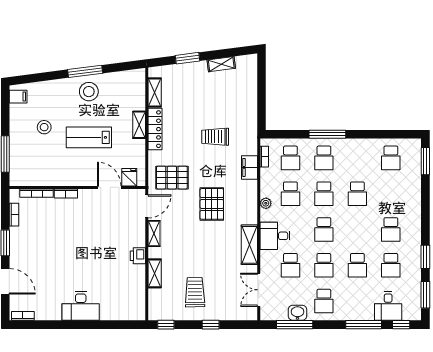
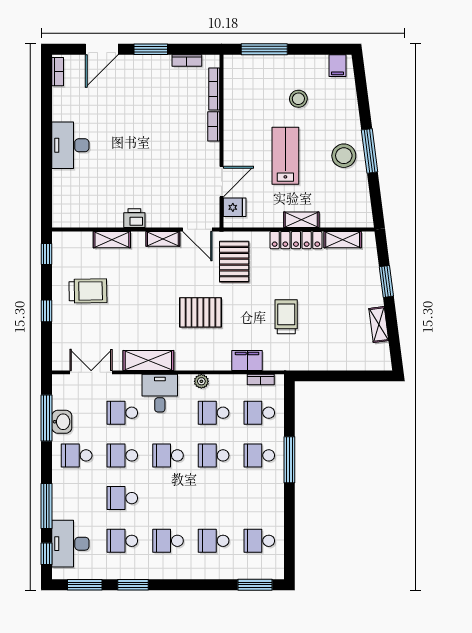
school desk: (357, 194) -> (214, 541), moved
desk: (388, 306) -> (70, 544), width x1.37

